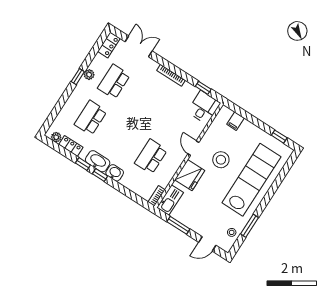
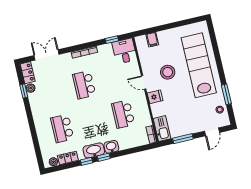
plant: (89, 75) -> (31, 88), moved
window: (78, 77) -> (24, 91), moved
school desk: (114, 82) -> (84, 85), moved
window: (279, 137) -> (189, 22), removed
fridge: (190, 175) -> (155, 97), width x0.53, depth x0.75

